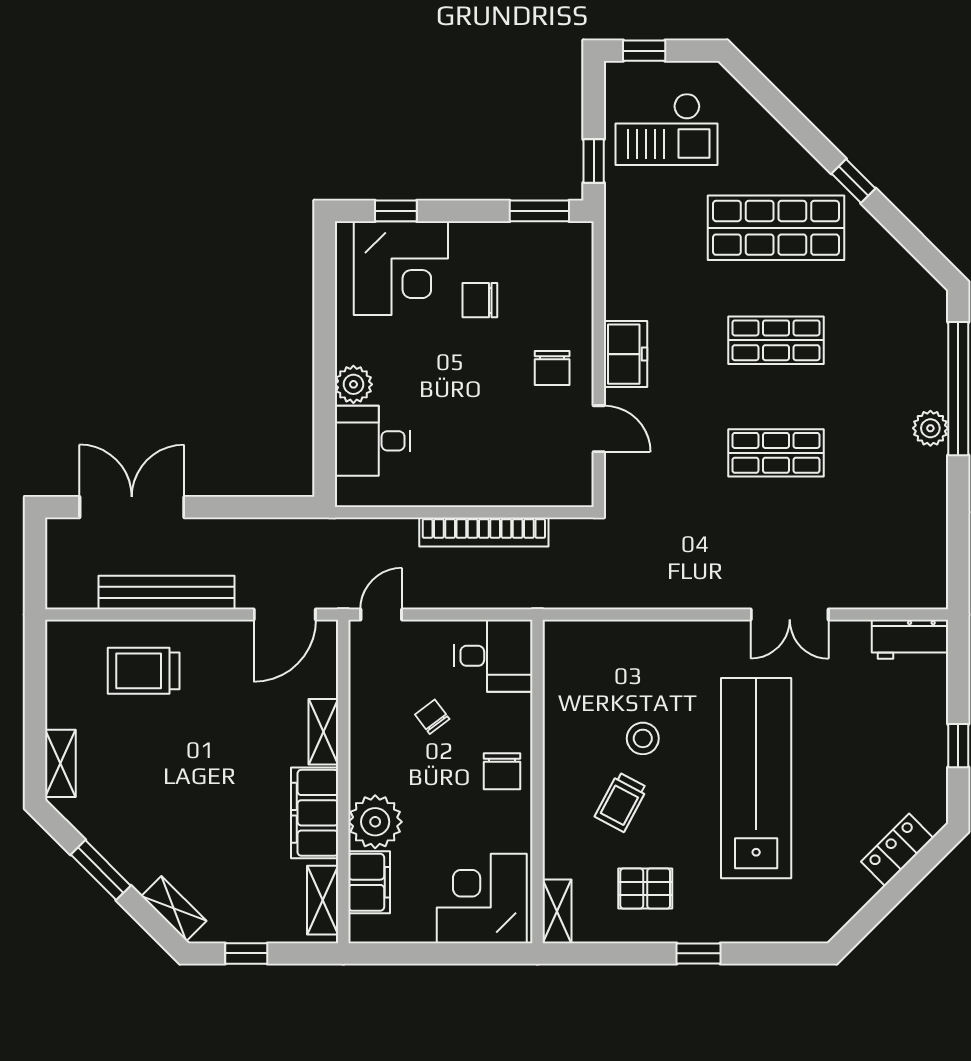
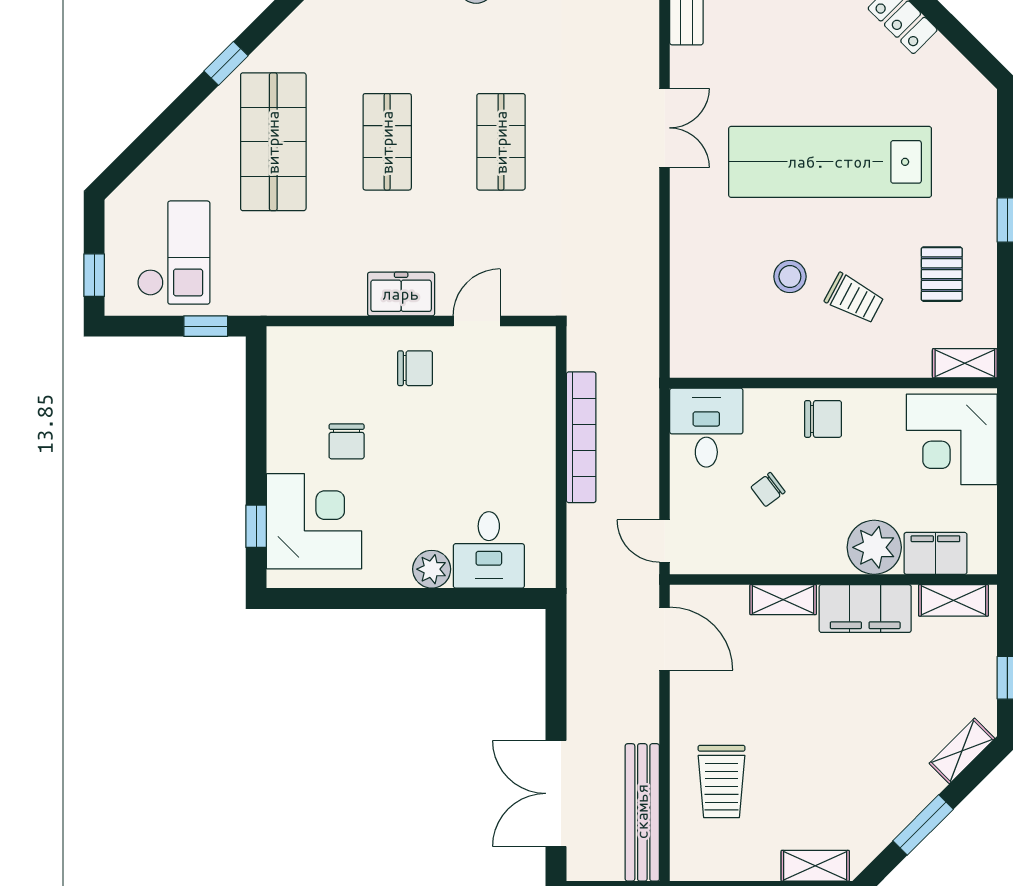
window: (539, 211) -> (256, 381), removed
bench: (166, 593) -> (642, 812), moved

